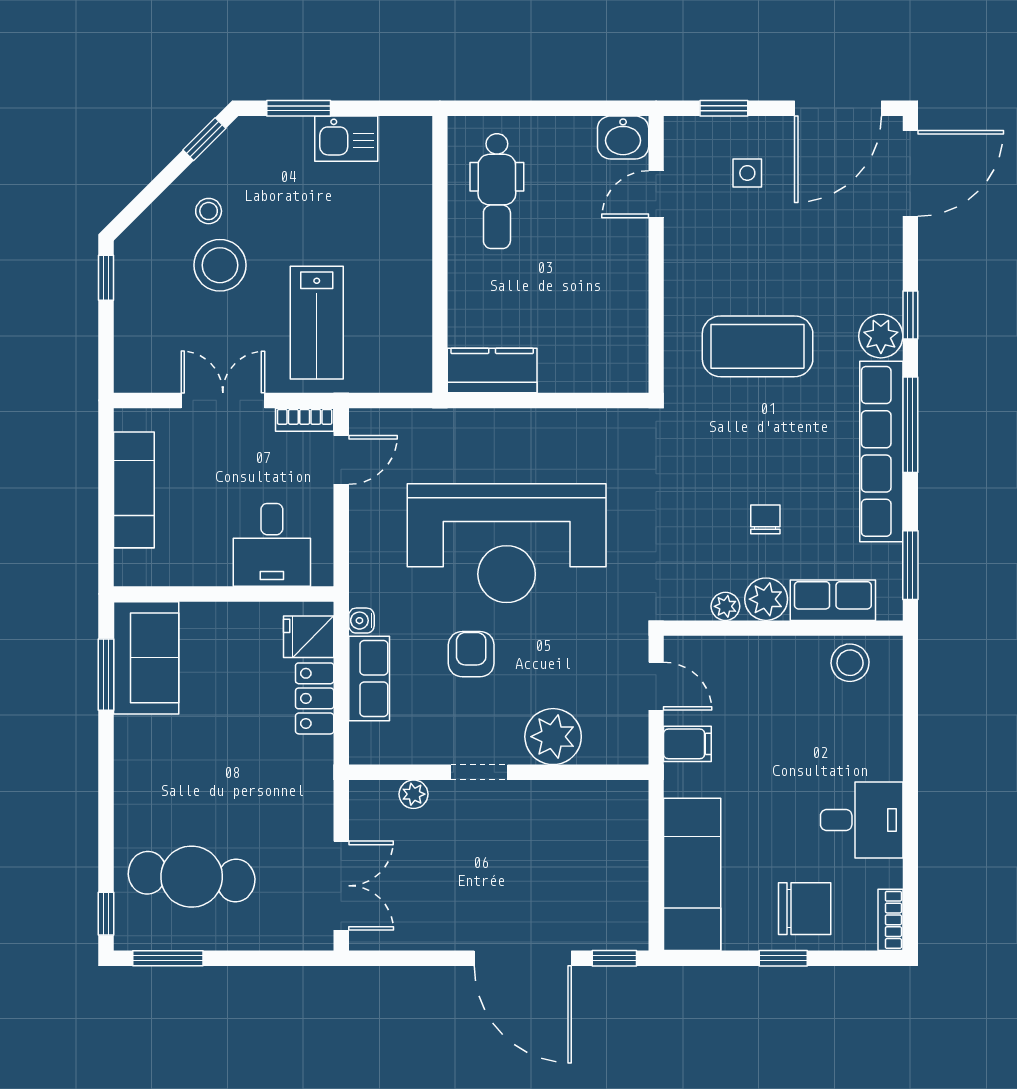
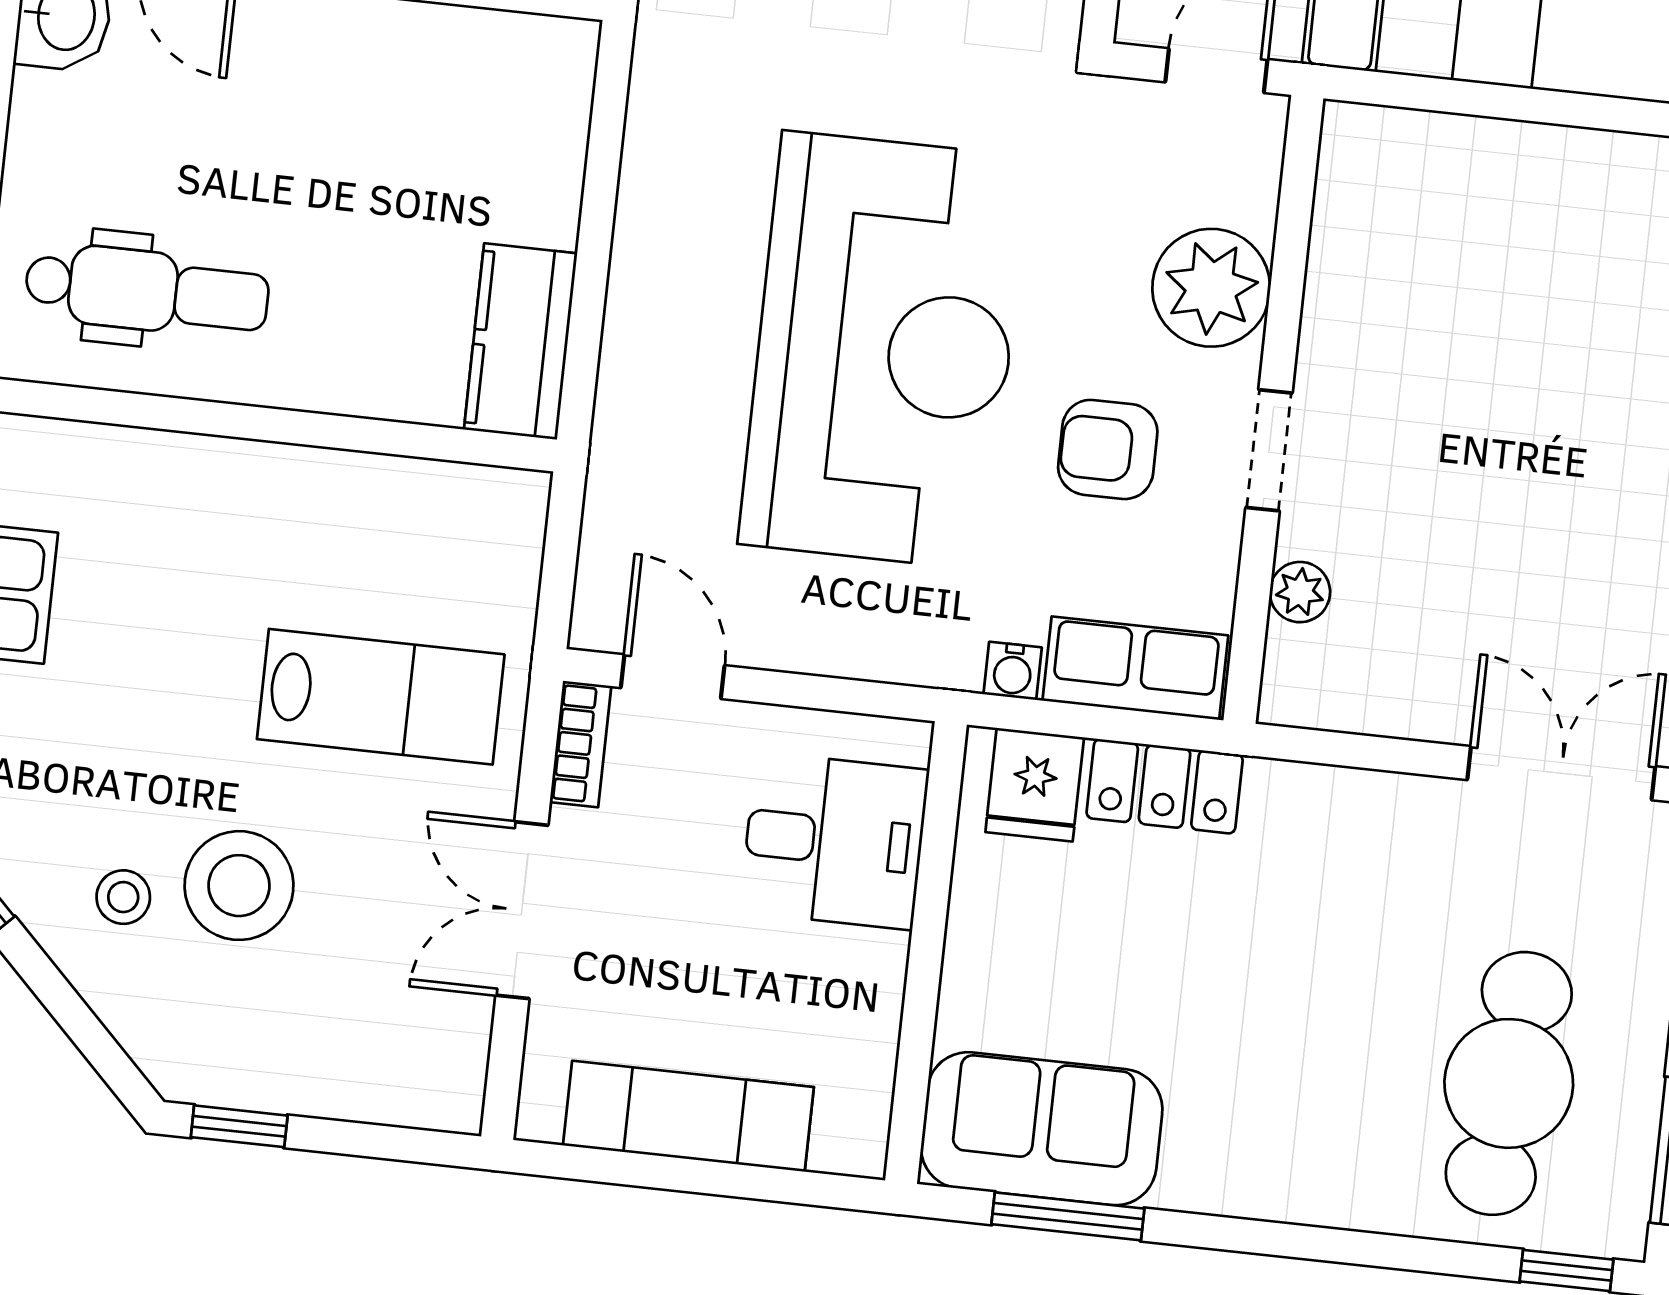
plant: (553, 737) -> (1211, 288), moved
doorway: (479, 772) -> (1269, 450), moved
wall: (499, 772) -> (1273, 409), moved
plant: (414, 794) -> (1300, 592), moved

